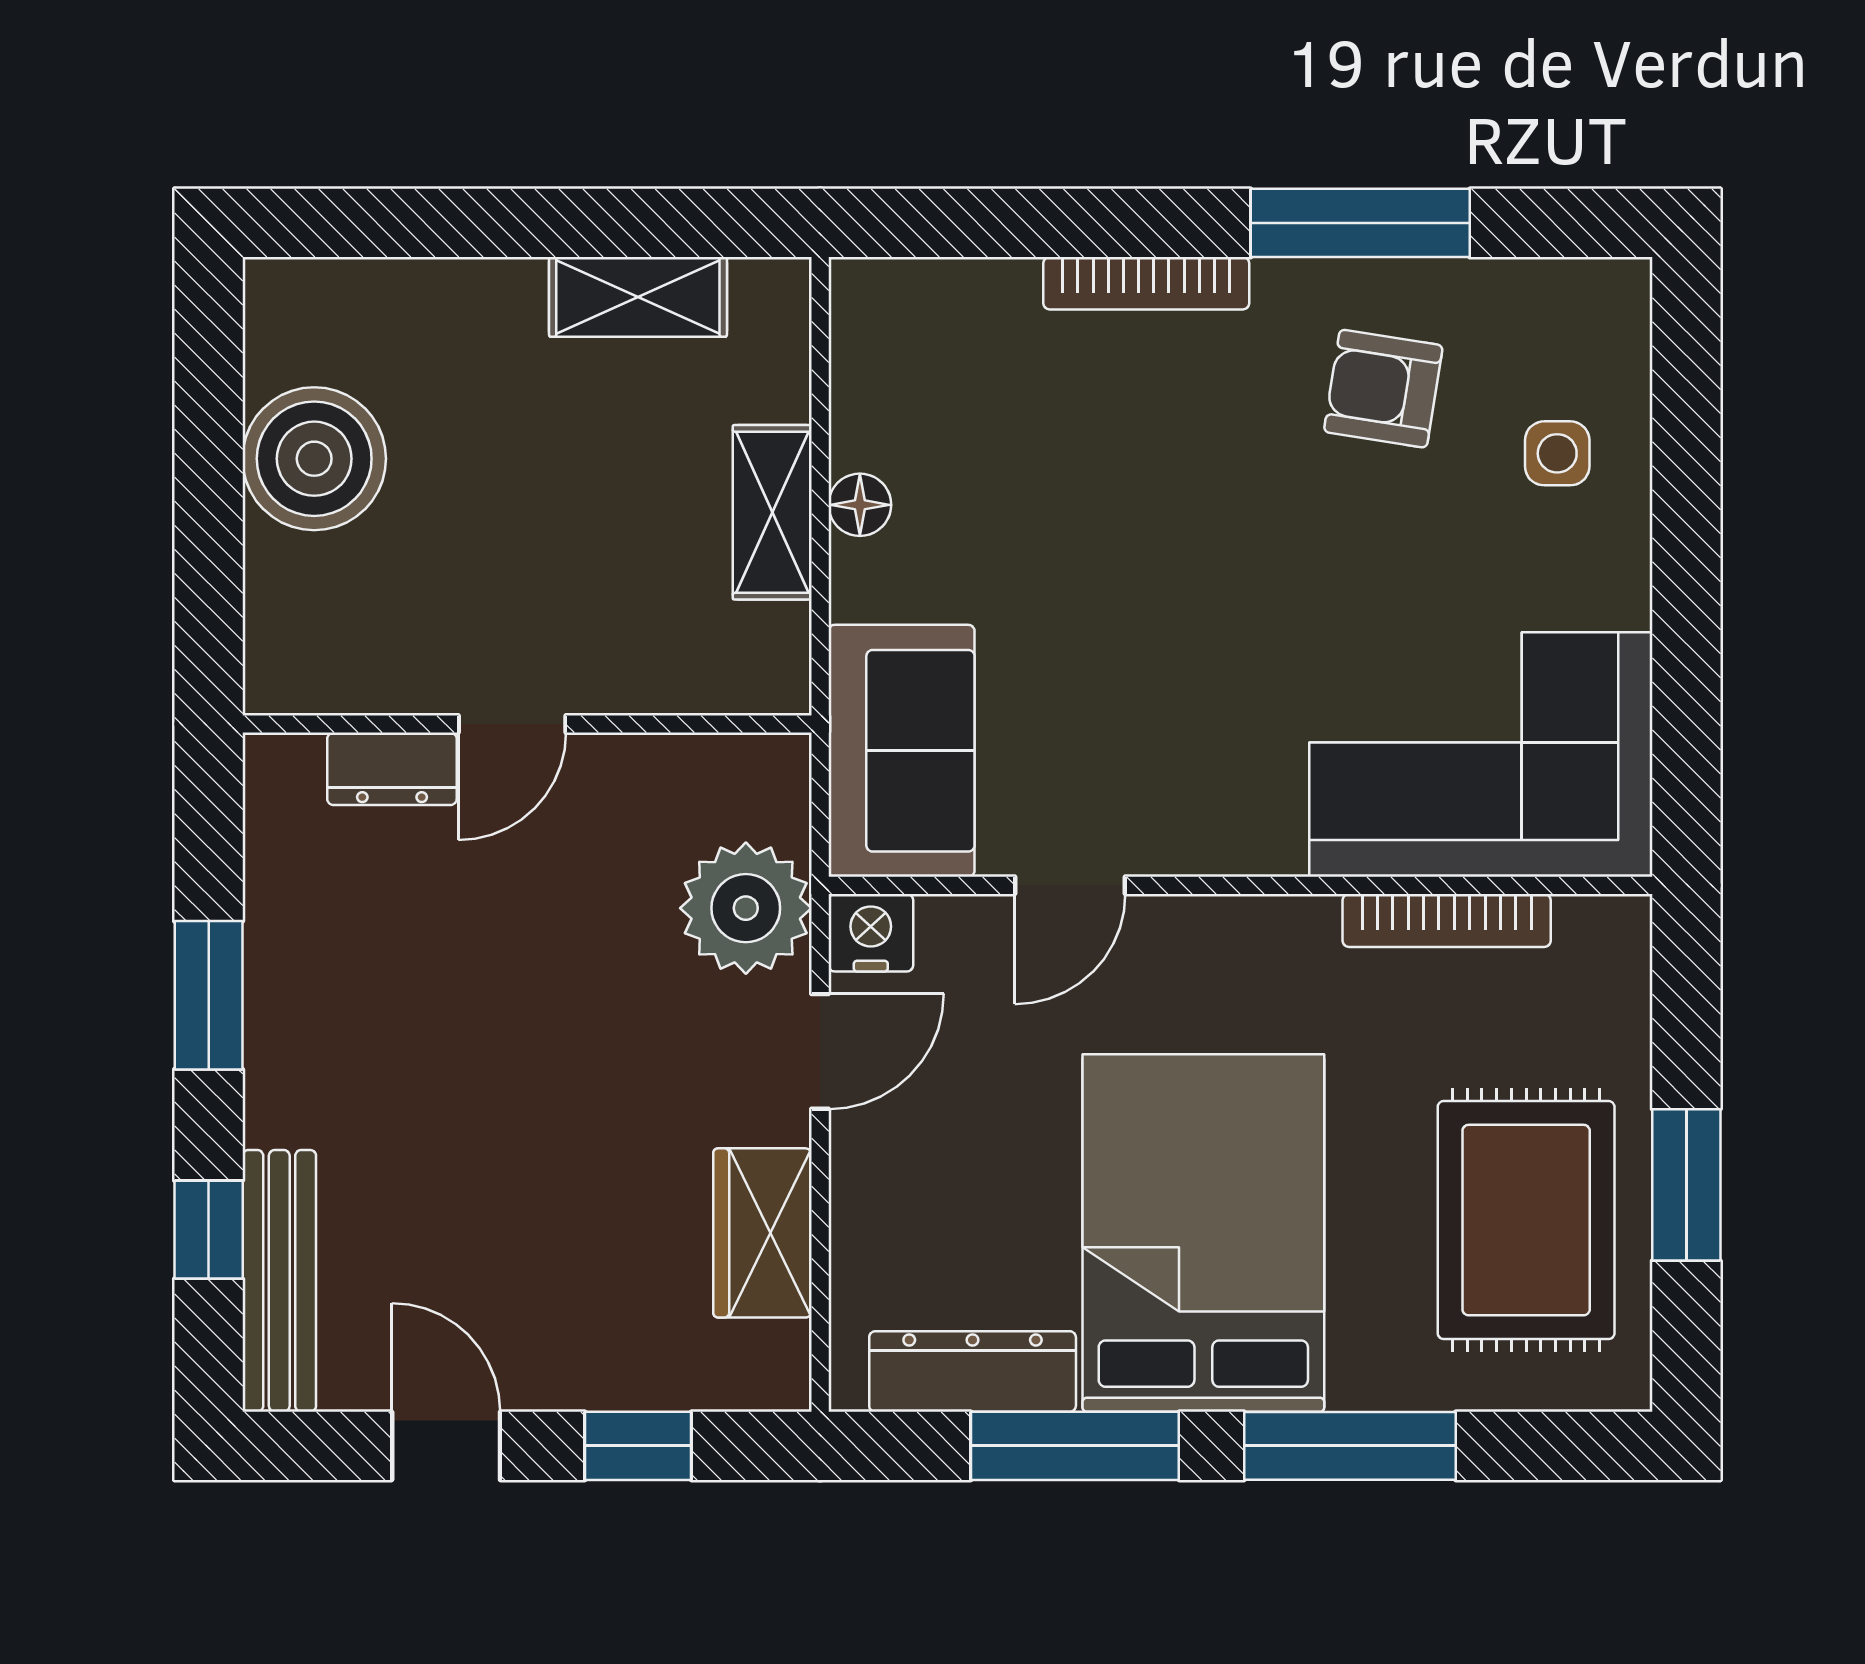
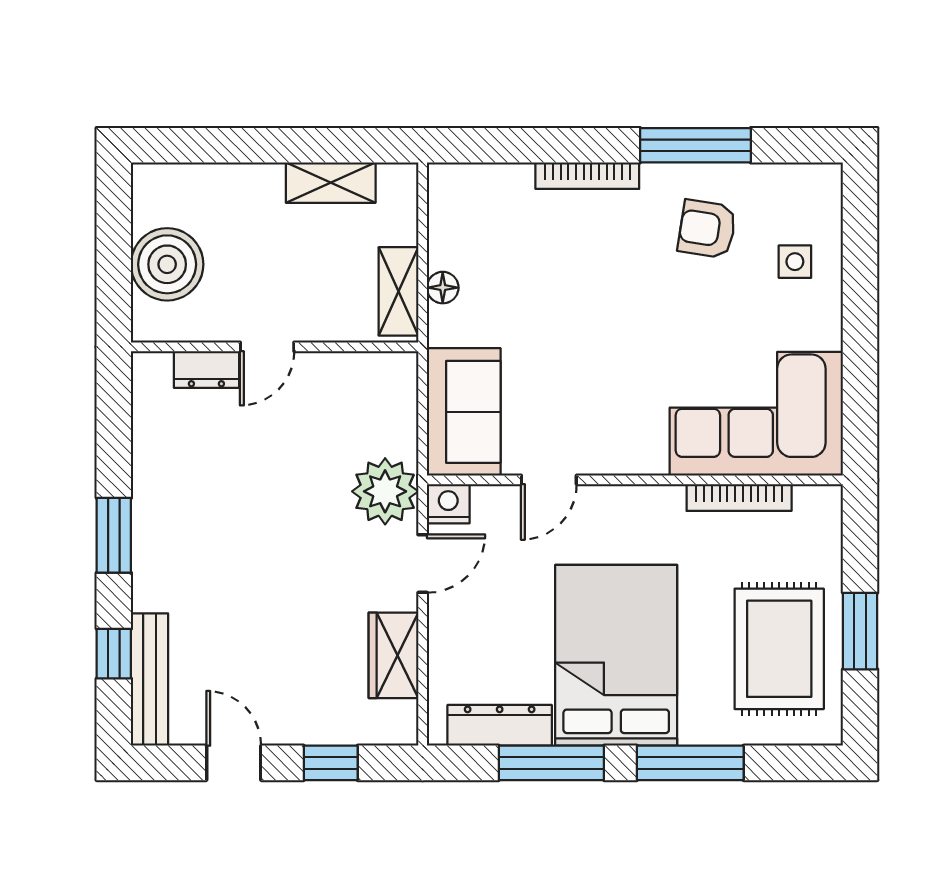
door: (512, 724) -> (267, 347), moved
wall: (527, 724) -> (275, 347), moved
dresser: (392, 769) -> (206, 369), moved

